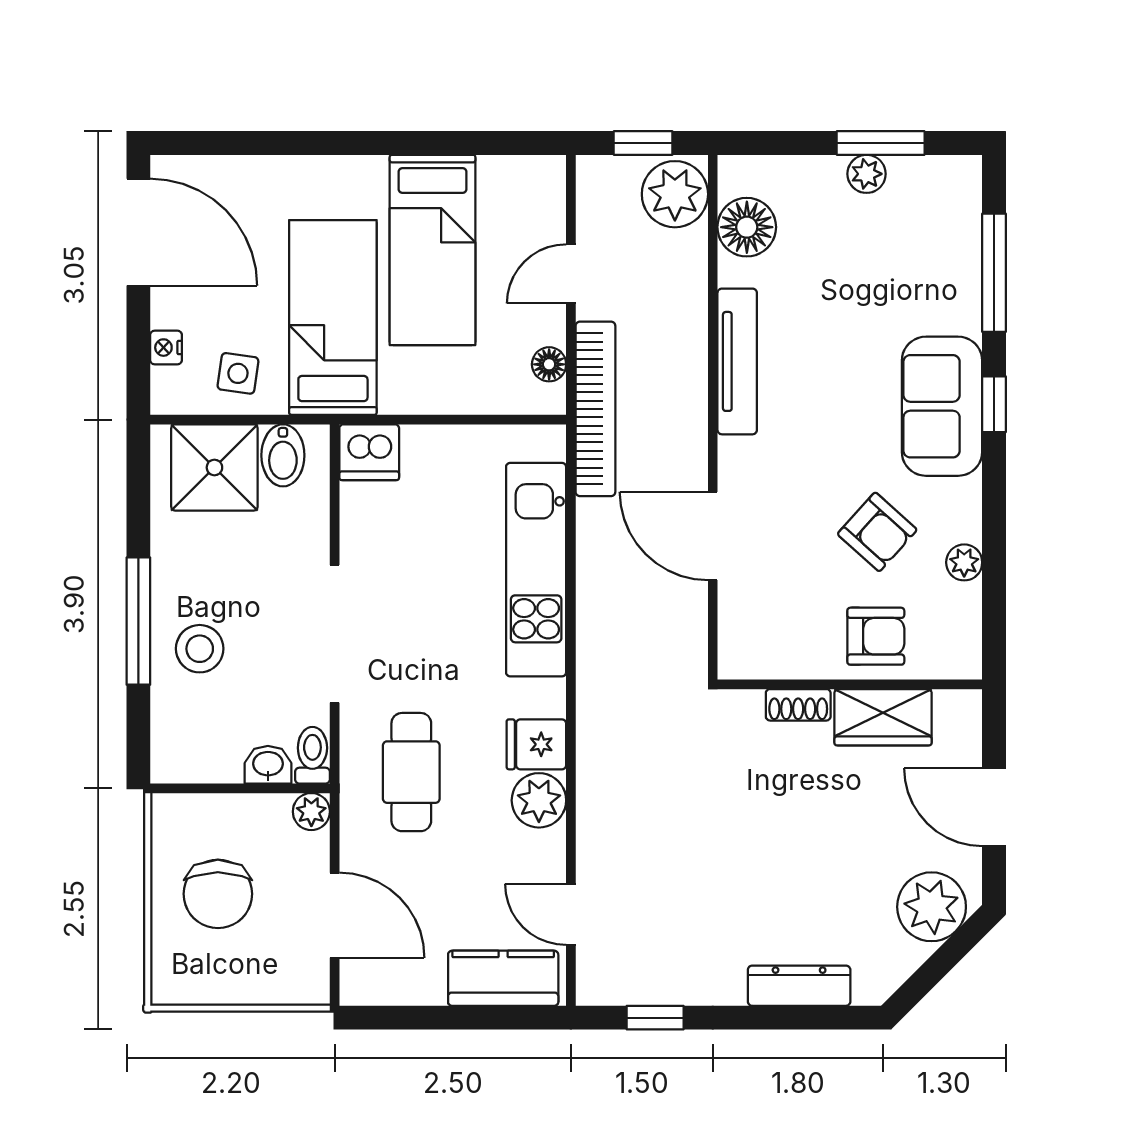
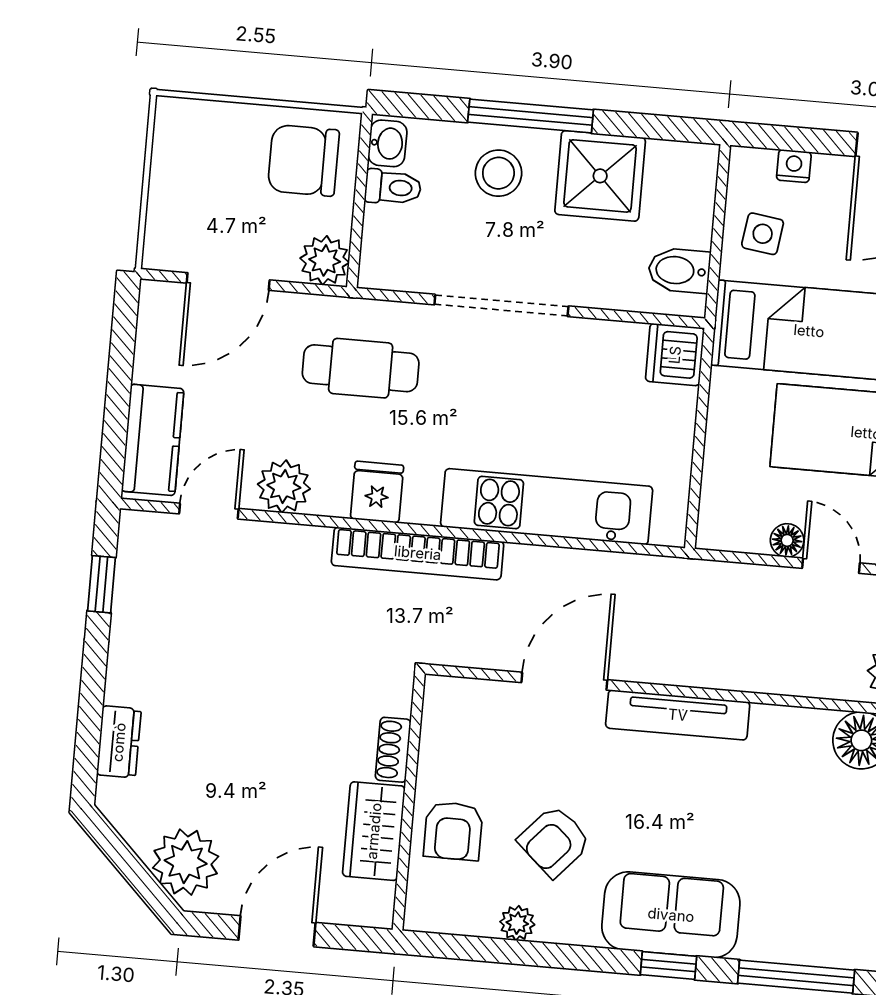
tv unit: (737, 361) -> (678, 715), moved
floor lamp: (549, 364) -> (787, 540), moved
bookcase: (595, 409) -> (418, 553), moved
shower: (214, 467) -> (600, 176), moved
toilet: (312, 755) -> (393, 187), moved
washbasin: (268, 765) -> (387, 143), moved
plant: (539, 800) -> (284, 486), moved
plant: (311, 812) -> (325, 260), width x1.38, depth x1.38
chair: (218, 894) -> (303, 160), moved
dresser: (799, 986) -> (119, 742), width x0.70

